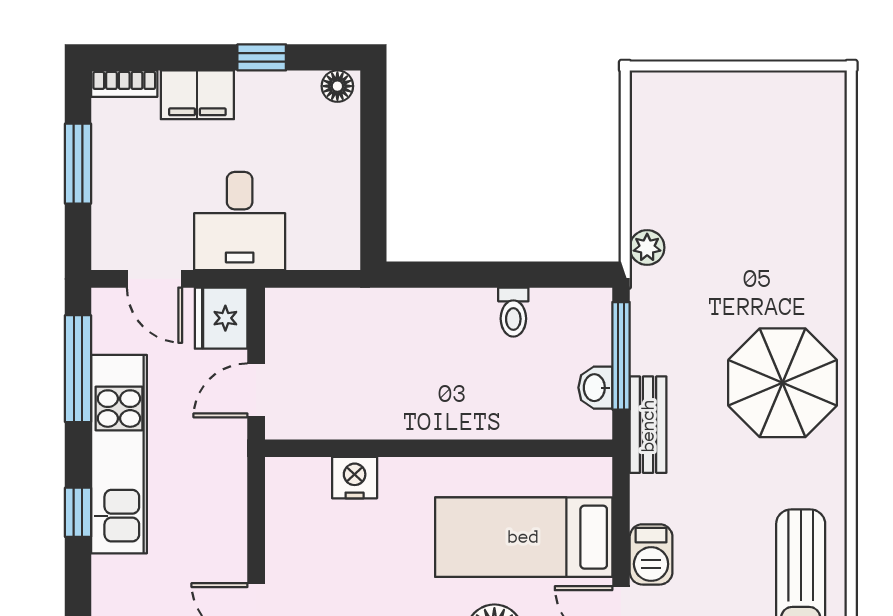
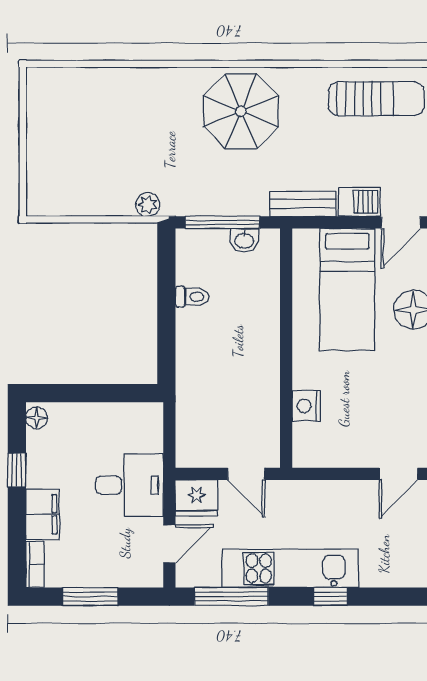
bench: (648, 425) -> (303, 204), moved

